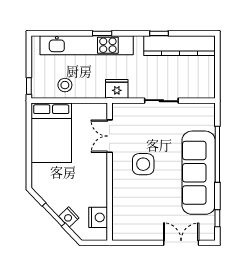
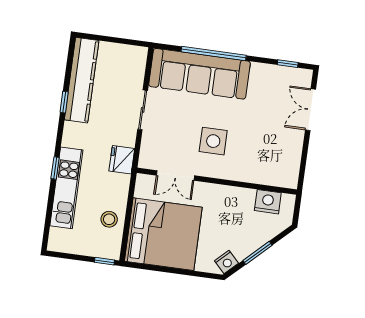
kitchen unit: (87, 45) -> (66, 188), width x0.73
bed: (51, 133) -> (163, 234), width x1.36
sofa: (199, 173) -> (199, 74), moved
nightstand: (69, 217) -> (226, 262), moved

